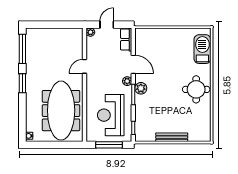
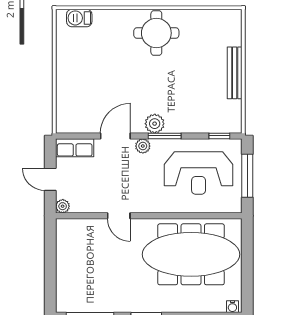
barbecue: (202, 49) -> (79, 18), width x0.53, depth x0.65

